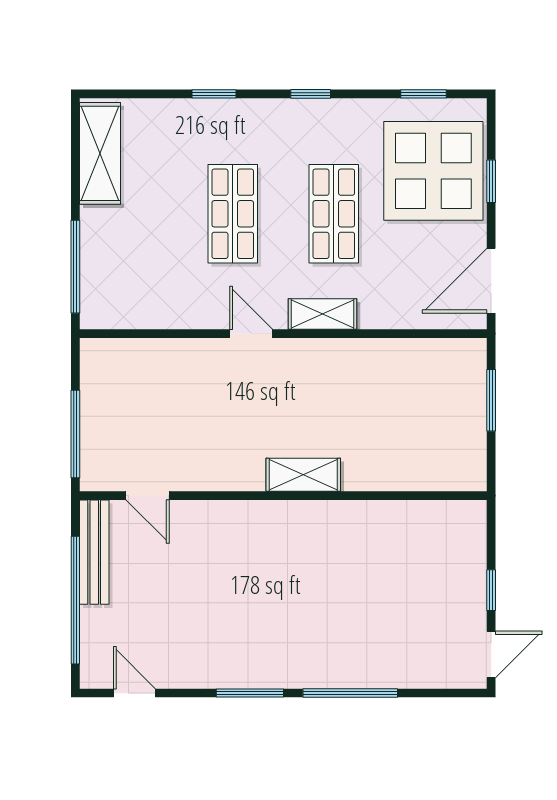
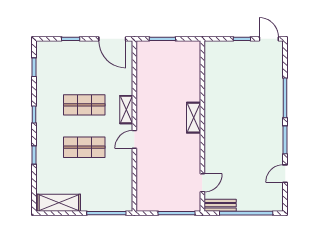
display table: (433, 171) -> (66, 63), removed
bench: (94, 552) -> (220, 205), width x0.73
door: (134, 693) -> (285, 174), moved

